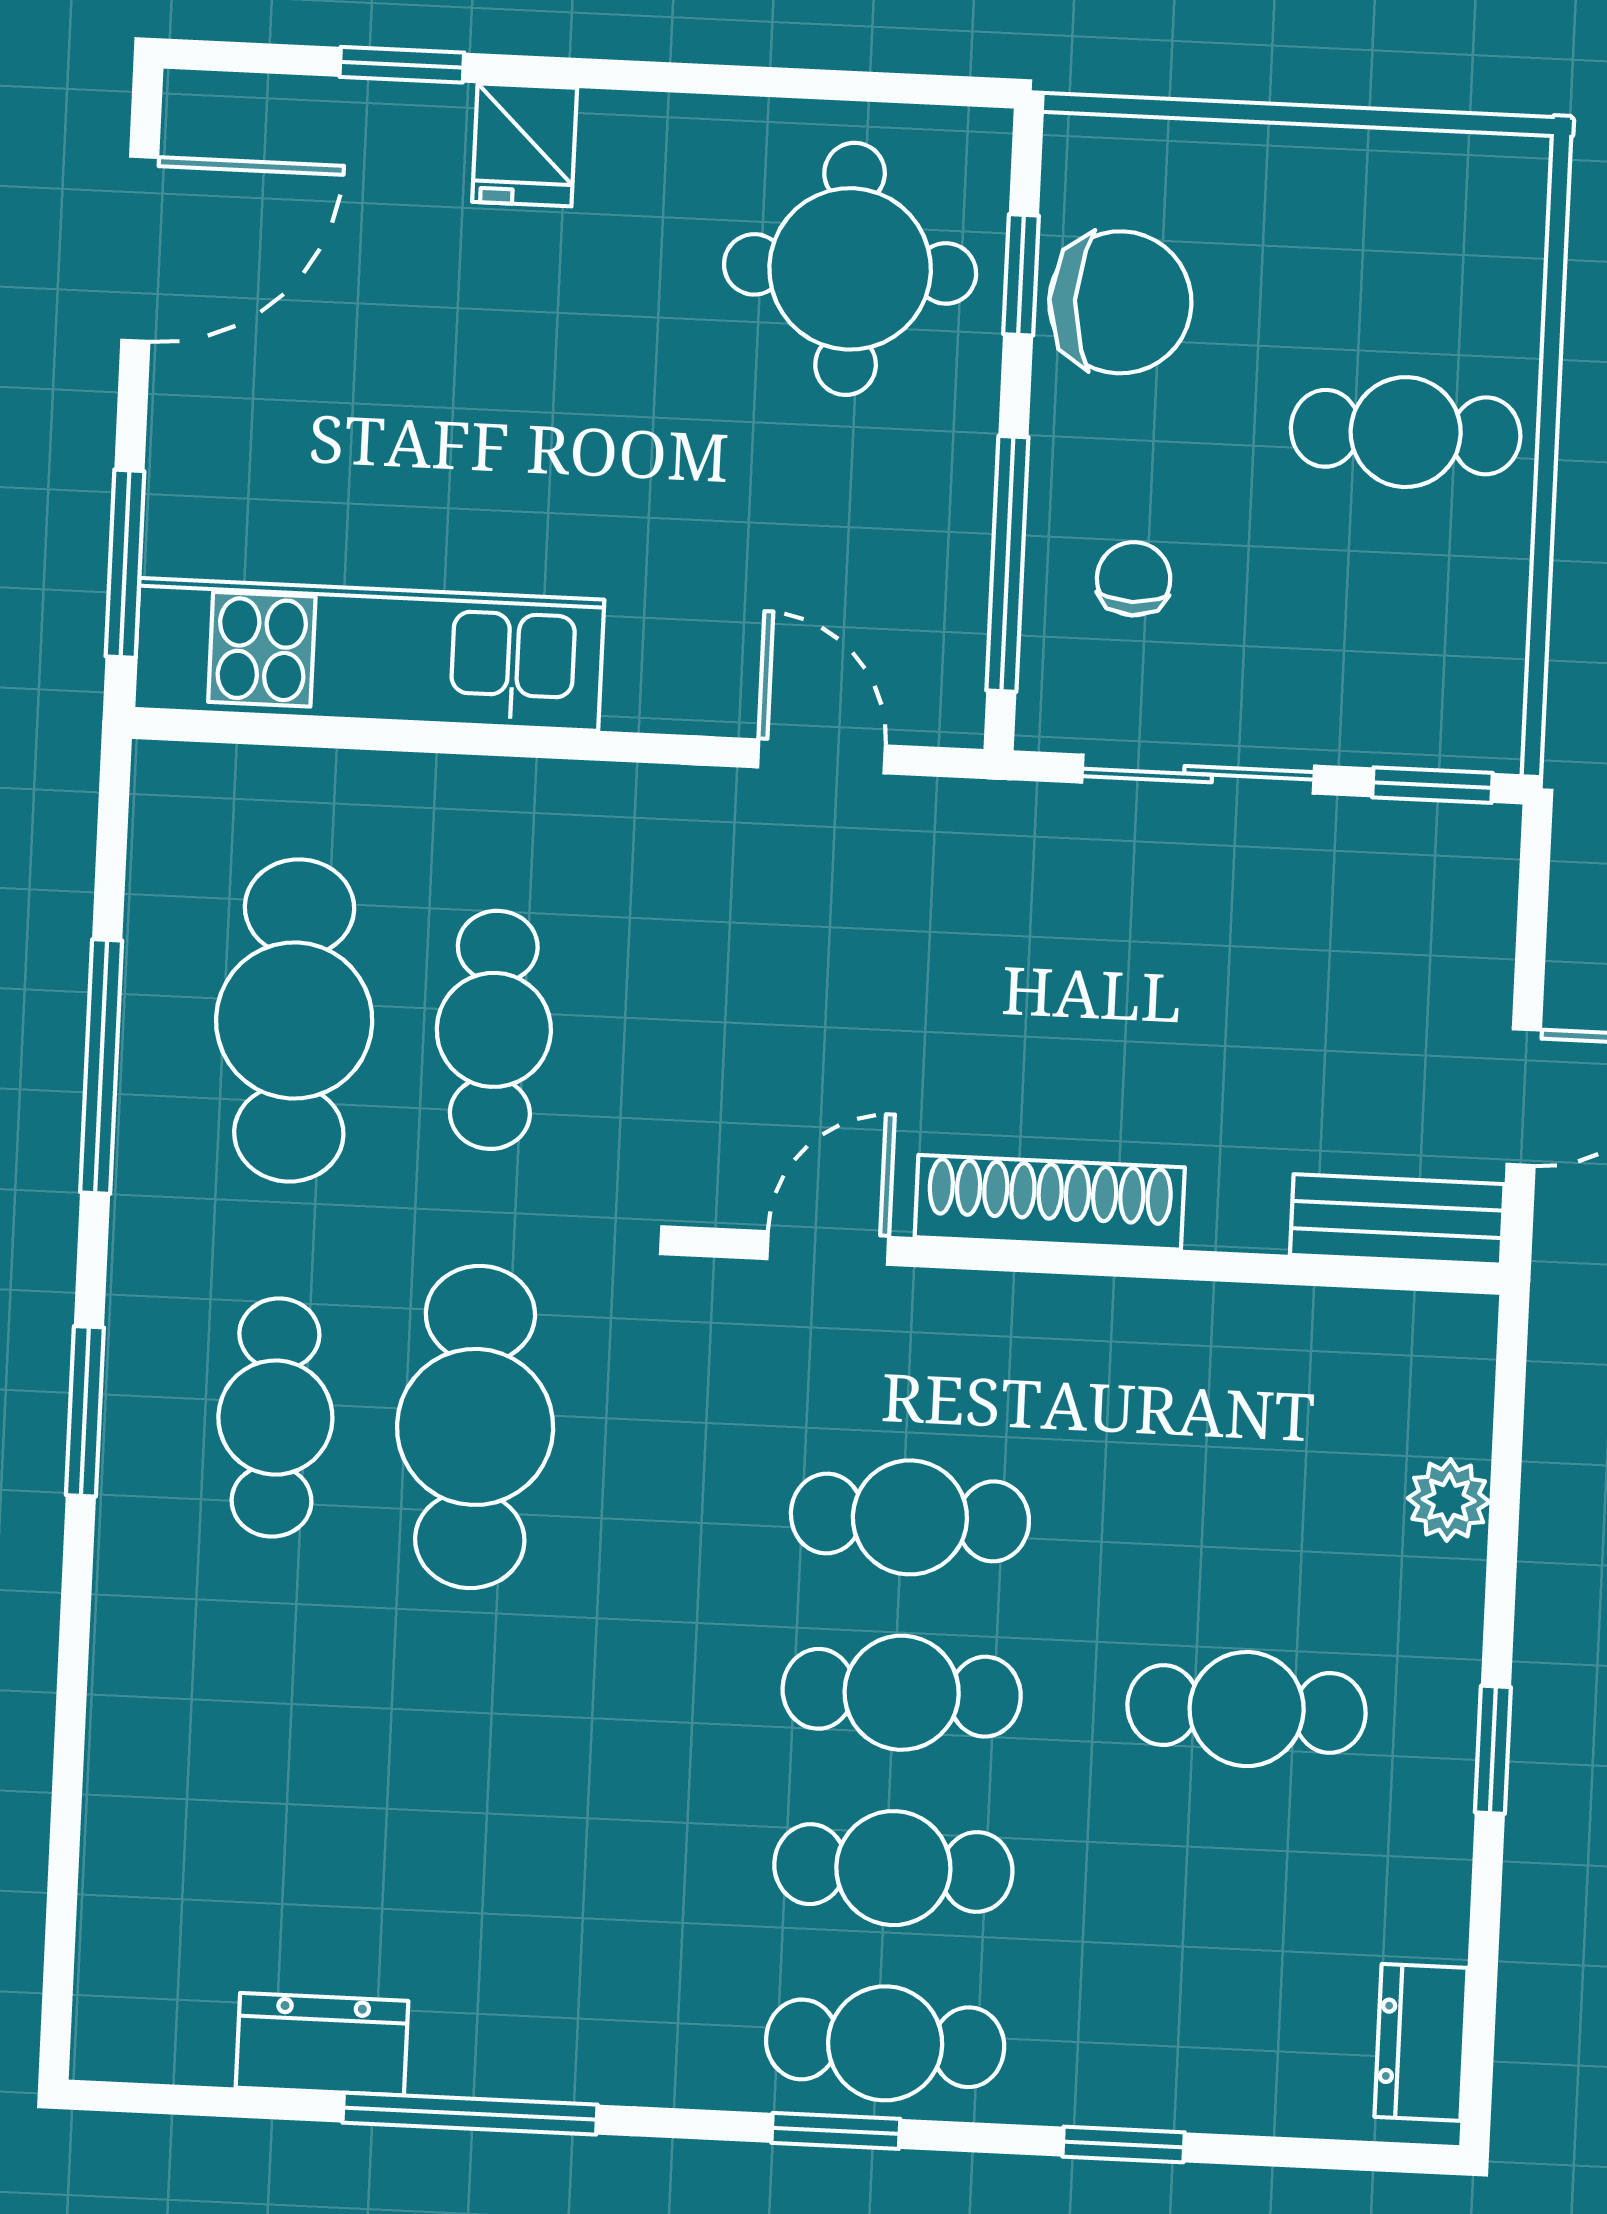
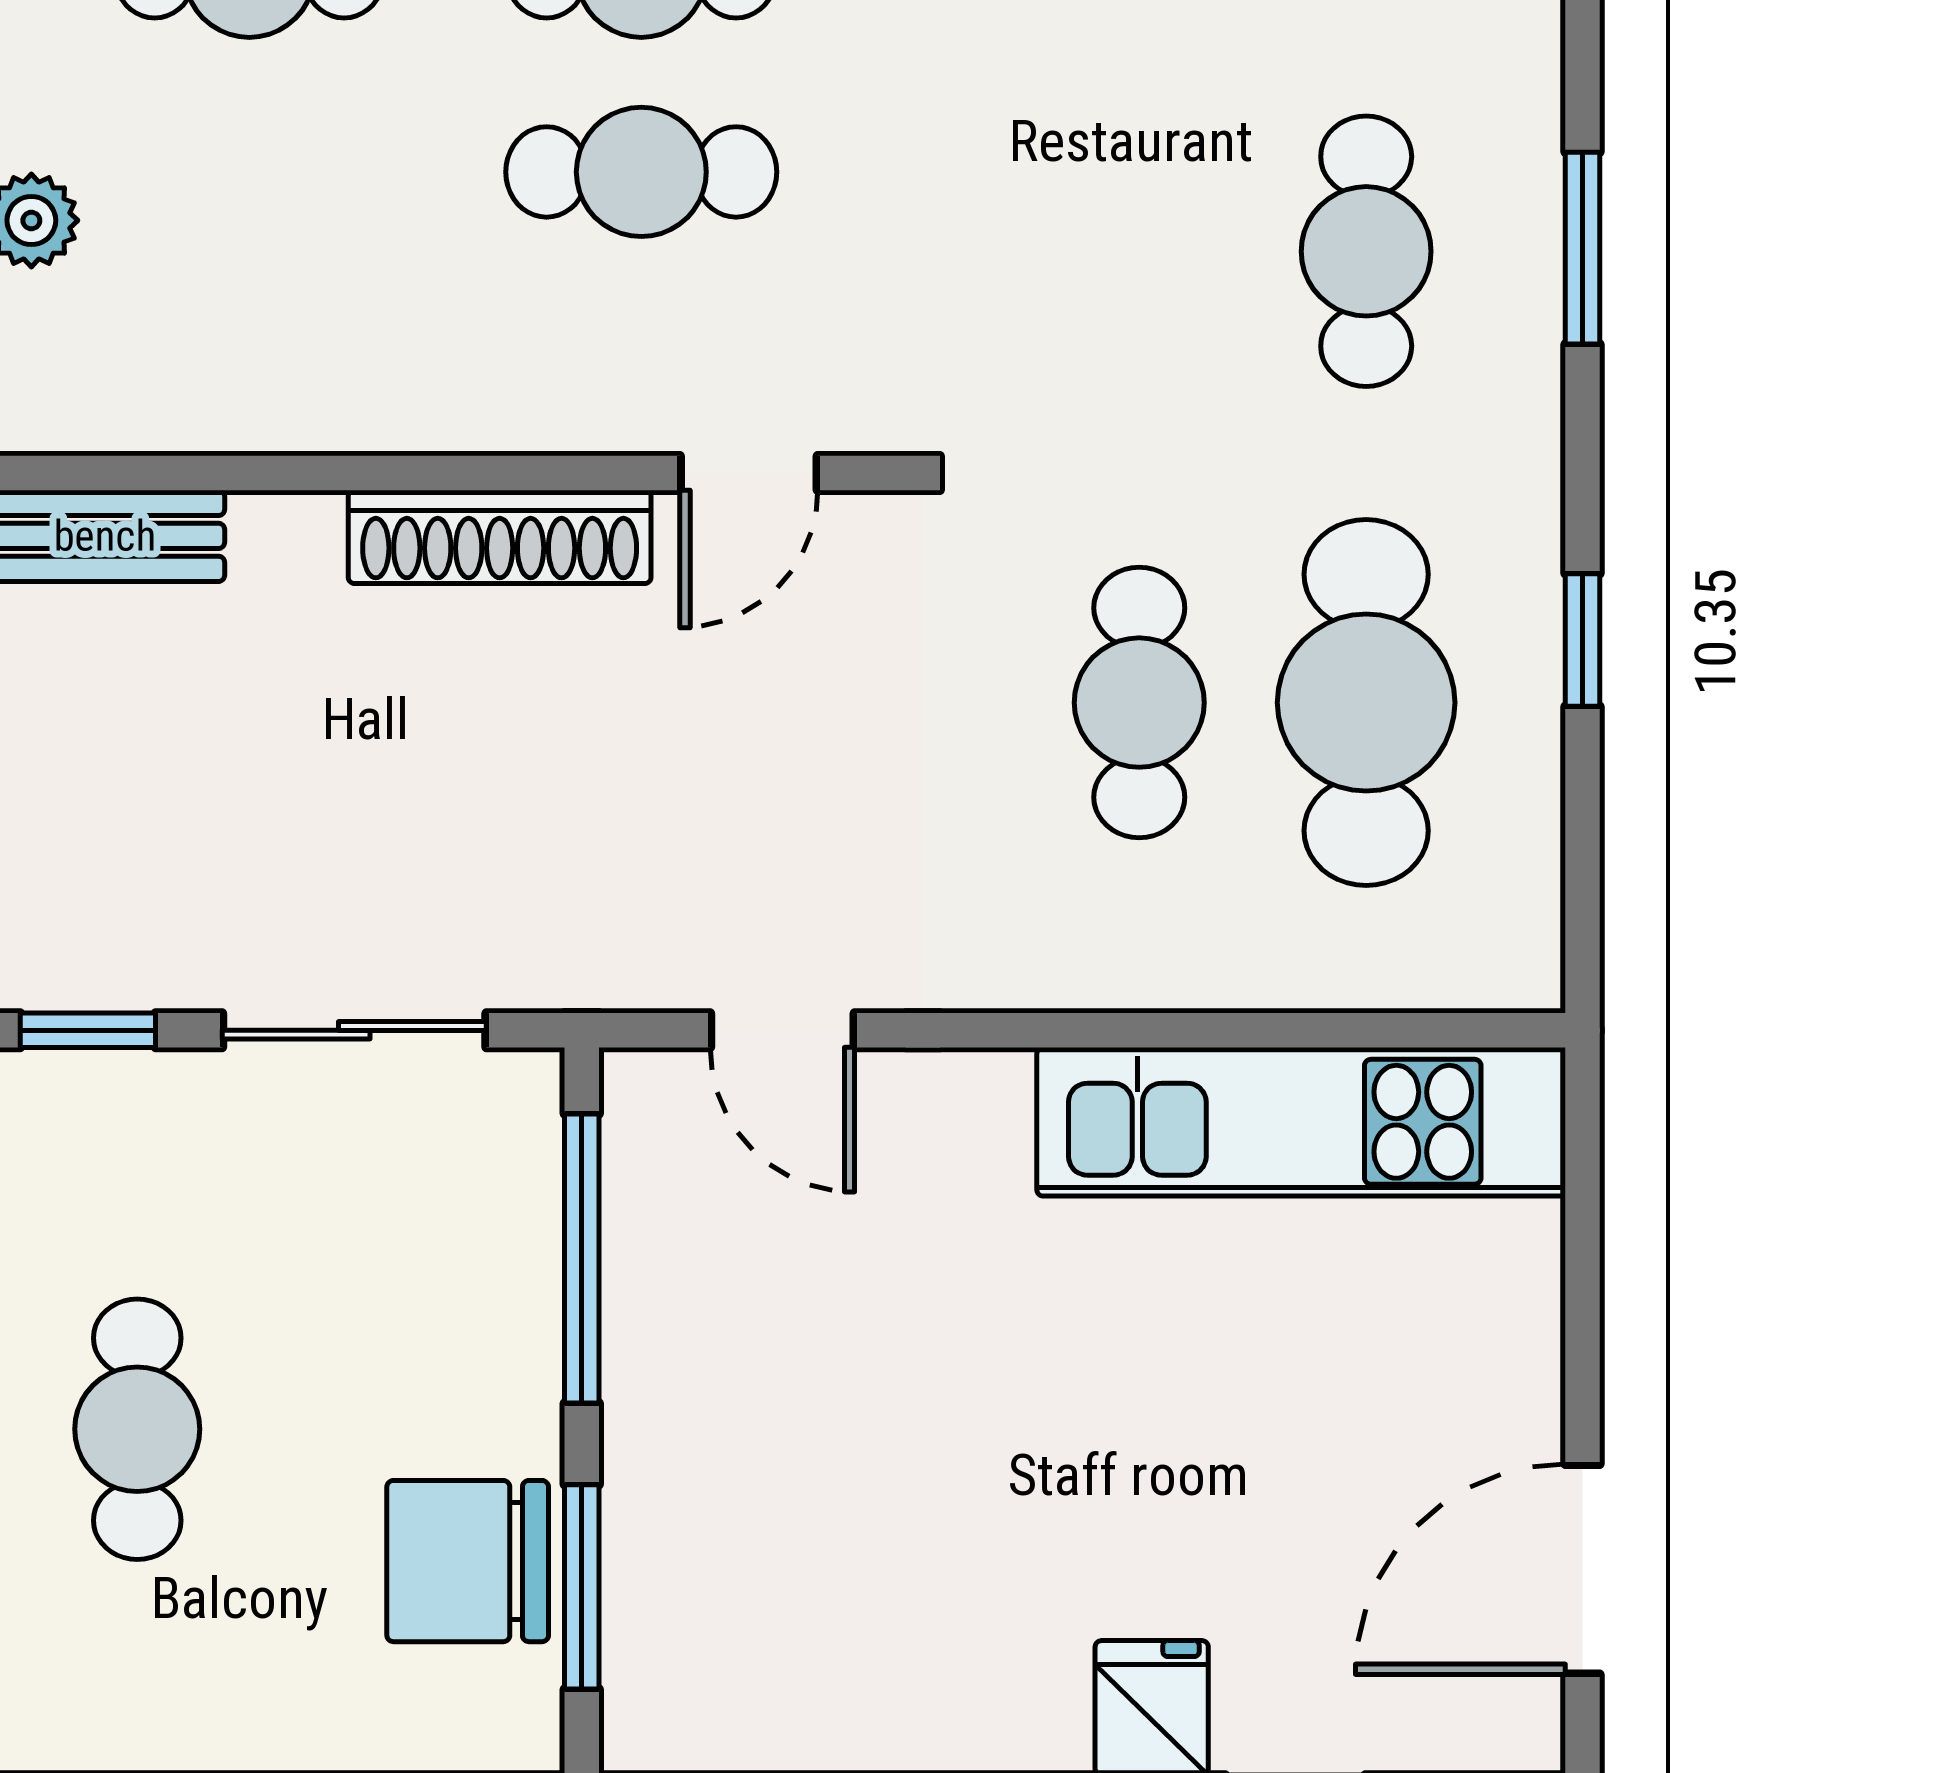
round table: (850, 269) -> (776, 1585), removed
window: (1021, 275) -> (582, 1587), width x1.50
cafe table: (1406, 432) -> (137, 1429), turned 90
window: (125, 564) -> (1582, 1211), removed
chair: (1134, 579) -> (438, 1248), removed
window: (101, 1066) -> (1582, 640), width x0.46
cafe table: (475, 1427) -> (1139, 251), removed

